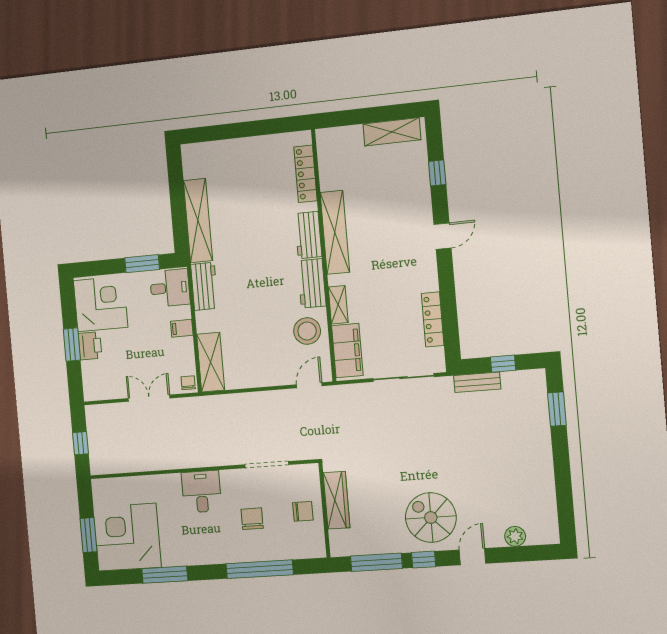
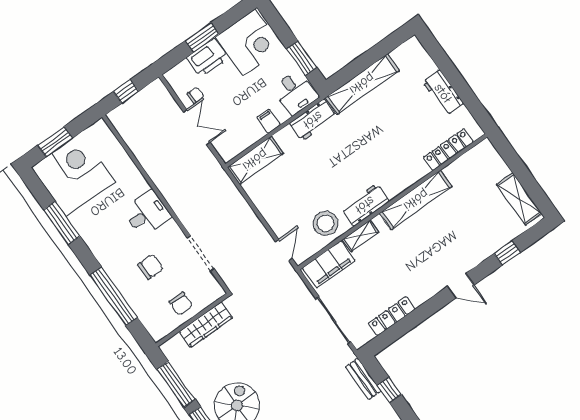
workbench: (308, 235) -> (443, 93), moved, turned -90
printer: (90, 346) -> (207, 58), width x1.37, depth x1.19
chair: (188, 383) -> (195, 95), moved
door: (309, 385) -> (284, 250), hinge flipped

